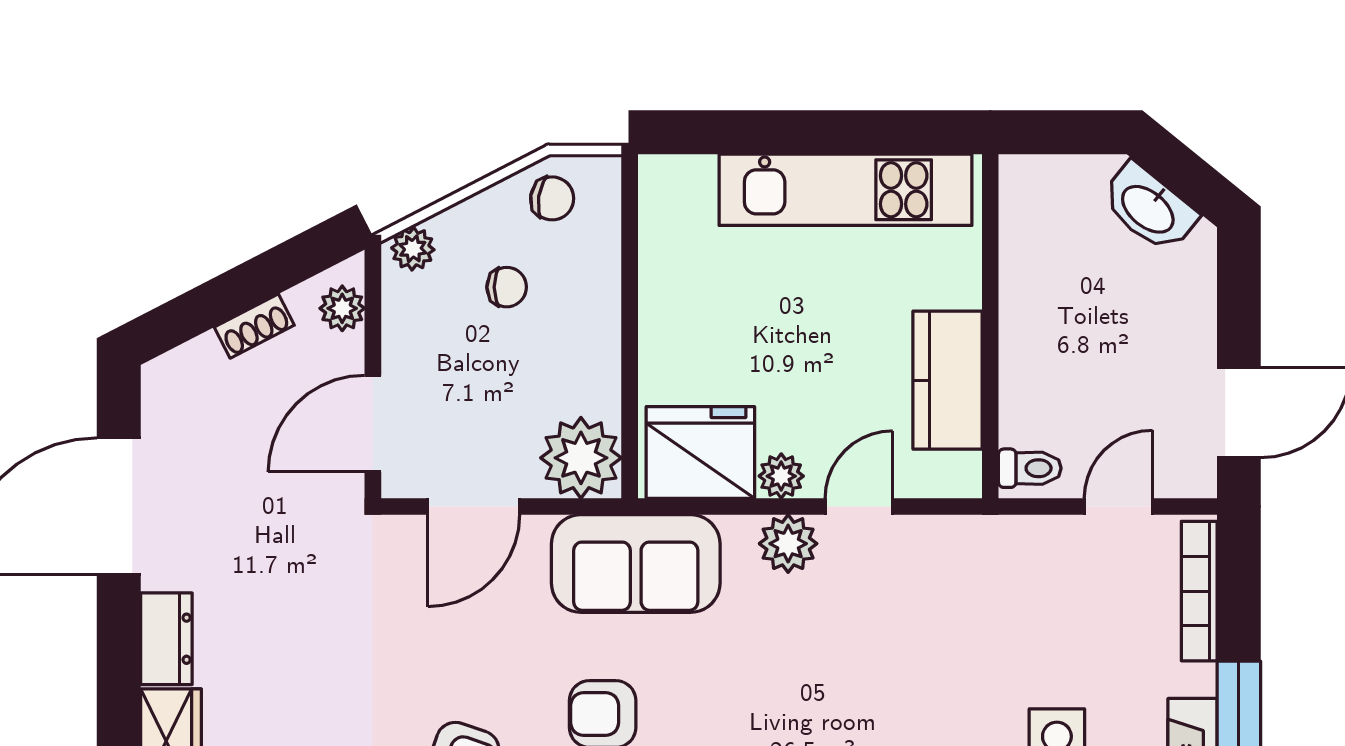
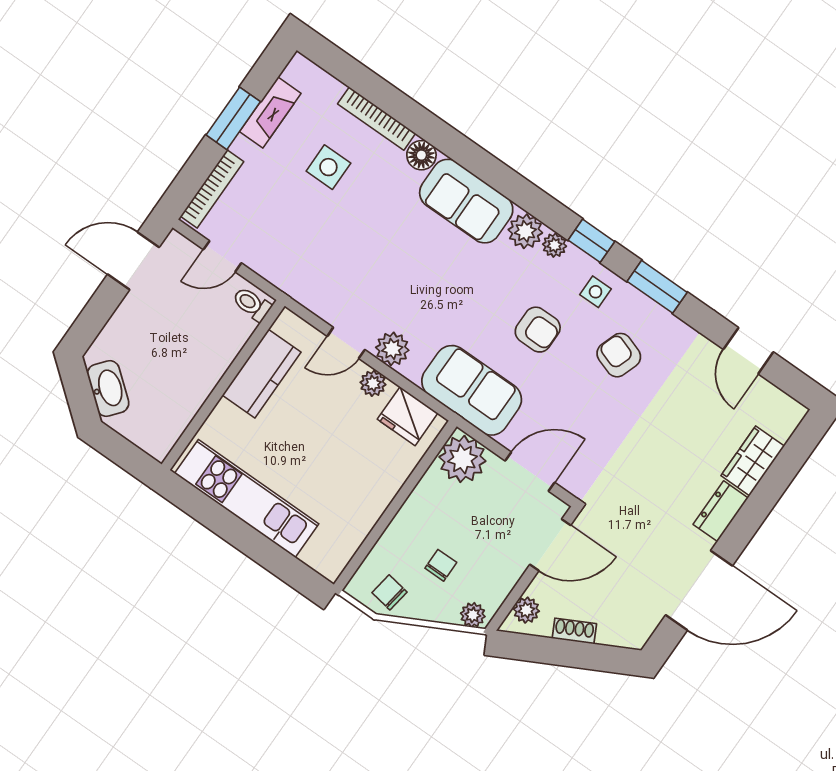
chair: (507, 287) -> (441, 565), turned 90
fridge: (700, 452) -> (408, 416), width x0.73, depth x0.75

